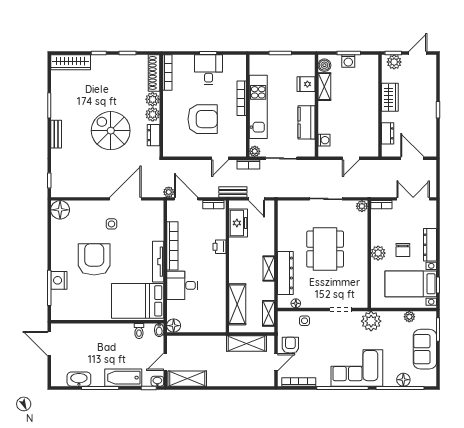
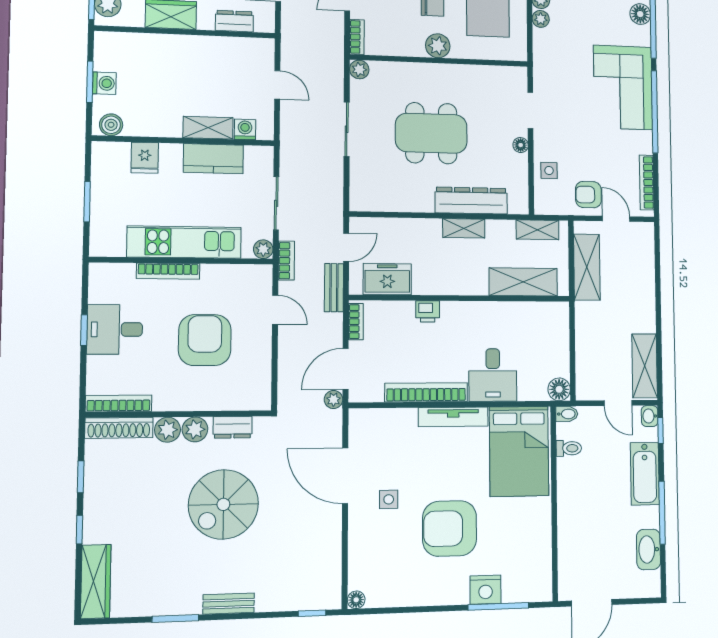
shelving: (324, 87) -> (208, 128), moved
floor lamp: (60, 210) -> (356, 600), width x0.53, depth x0.53
floor lamp: (296, 303) -> (521, 145), moved
plant: (371, 321) -> (541, 19), moved, width x0.53, depth x0.53

